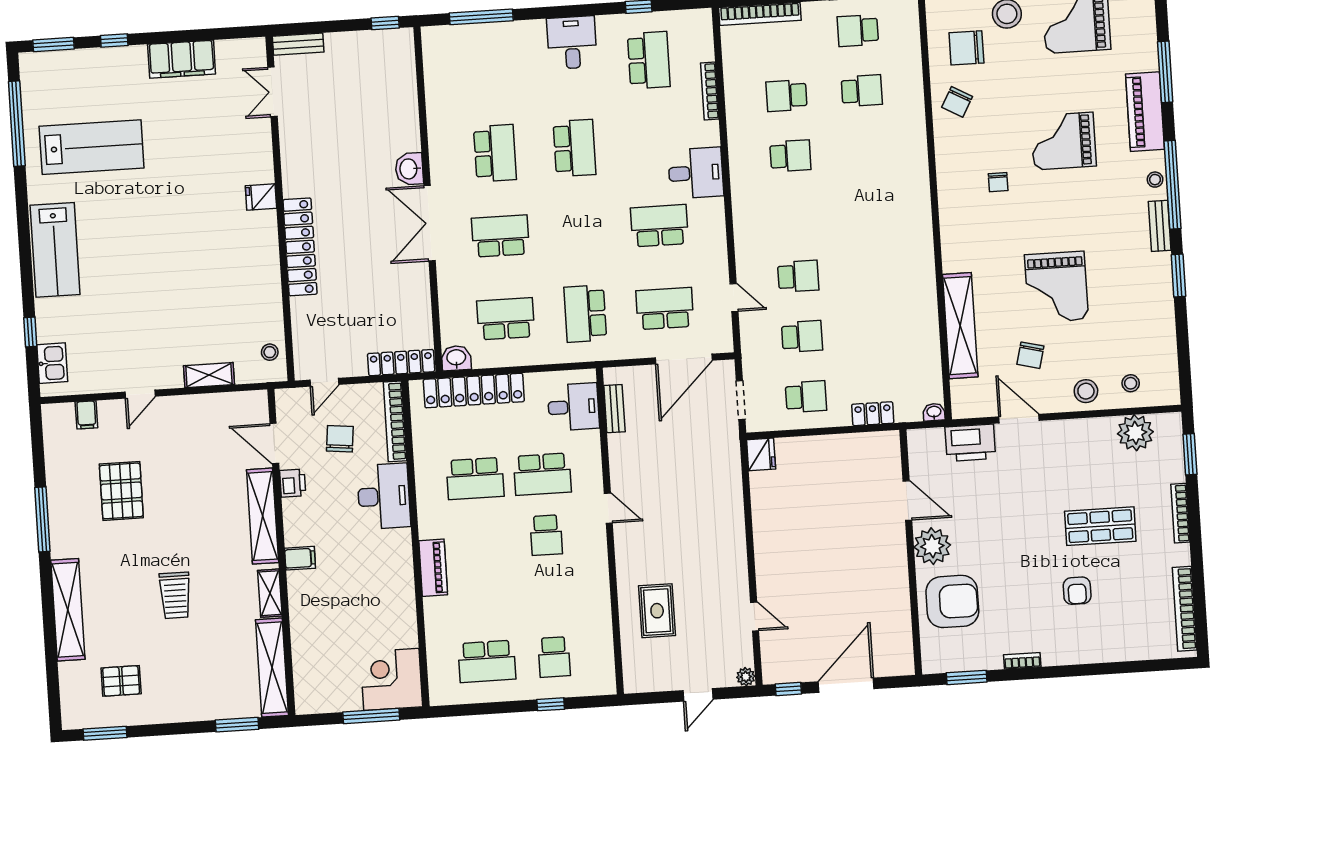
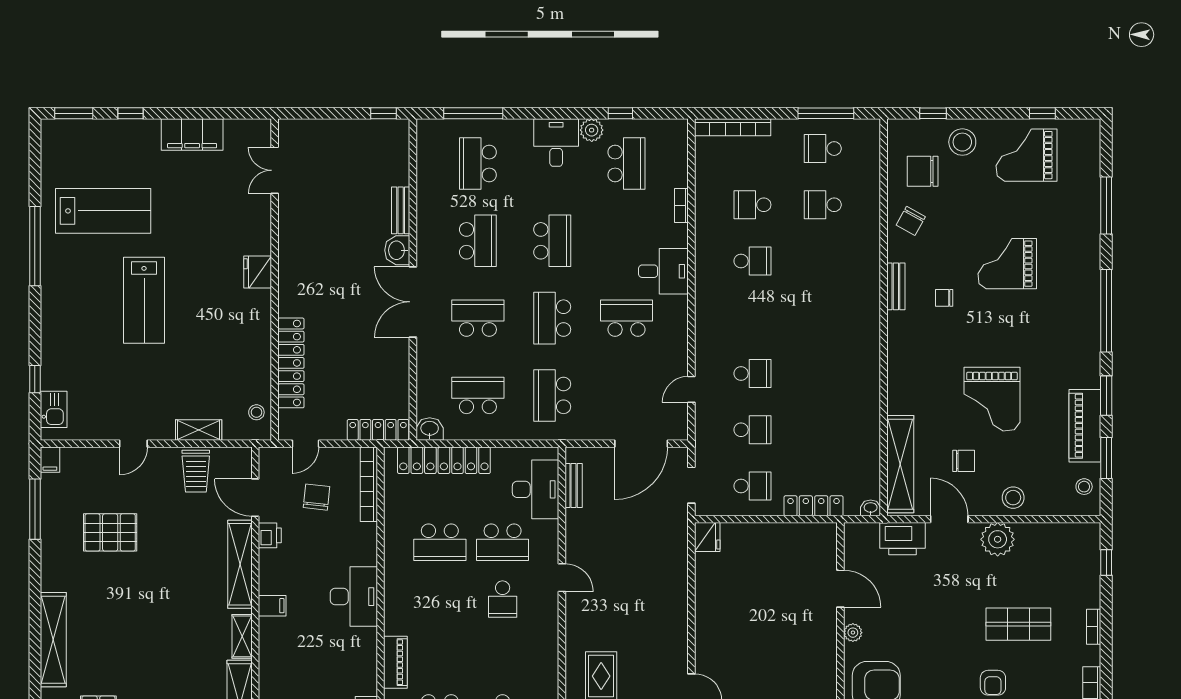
plant: (609, 27) -> (592, 130), added
bench: (298, 44) -> (401, 210), moved, turned 90
school desk: (490, 70) -> (478, 164), added
bookcase: (710, 91) -> (681, 206), width x0.64
school desk: (862, 91) -> (823, 205), turned 180
piano: (1145, 112) -> (1085, 426), moved
window: (17, 124) -> (35, 246), moved
stool: (1155, 180) -> (1090, 305), removed
chair: (998, 182) -> (944, 298), turned 90
fridge: (261, 197) -> (258, 272), width x1.38
bench: (1160, 226) -> (896, 286), moved
locker: (300, 247) -> (291, 363), moved
lab bench: (55, 250) -> (144, 300), moved
door: (734, 298) -> (691, 389), swing flipped
school desk: (665, 308) -> (552, 318), moved, turned -90
shelving: (960, 326) -> (900, 464), moved
window: (1183, 342) -> (1106, 458), added
chair: (1030, 355) -> (964, 461), turned -104
stool: (1131, 383) -> (1084, 487), moved
desk: (573, 407) -> (536, 489), width x1.37
locker: (873, 414) -> (814, 506), width x1.53
filing cabinet: (86, 415) -> (50, 460), moved
plant: (1135, 433) -> (998, 539), moved
window: (1190, 454) -> (1106, 563), width x0.67
pallet: (121, 491) -> (110, 532), turned 90
desk: (384, 496) -> (354, 597), moved
bookcase: (1180, 513) -> (1094, 627), width x0.64
window: (42, 519) -> (35, 509), moved
plant: (932, 546) -> (853, 633), width x0.53, depth x0.53
piano: (433, 568) -> (395, 662), moved
trolley: (175, 595) -> (196, 471), moved

